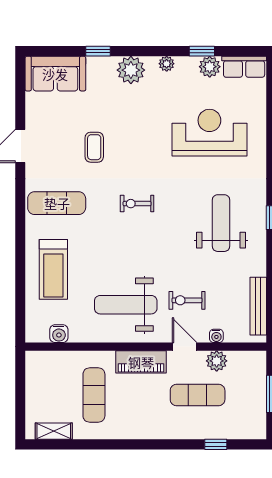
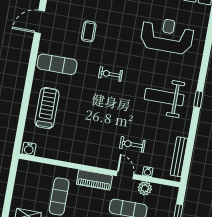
weight bench: (221, 223) -> (164, 97), turned -90
treadmill: (53, 269) -> (47, 108), turned 180
weight bench: (126, 305) -> (91, 140), removed
water cooler: (59, 334) -> (29, 149), moved

